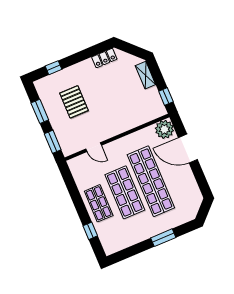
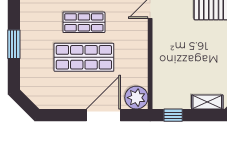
shop shelf: (151, 181) -> (84, 57), width x0.71
shop shelf: (125, 192) -> (84, 22), width x0.70, depth x0.74

